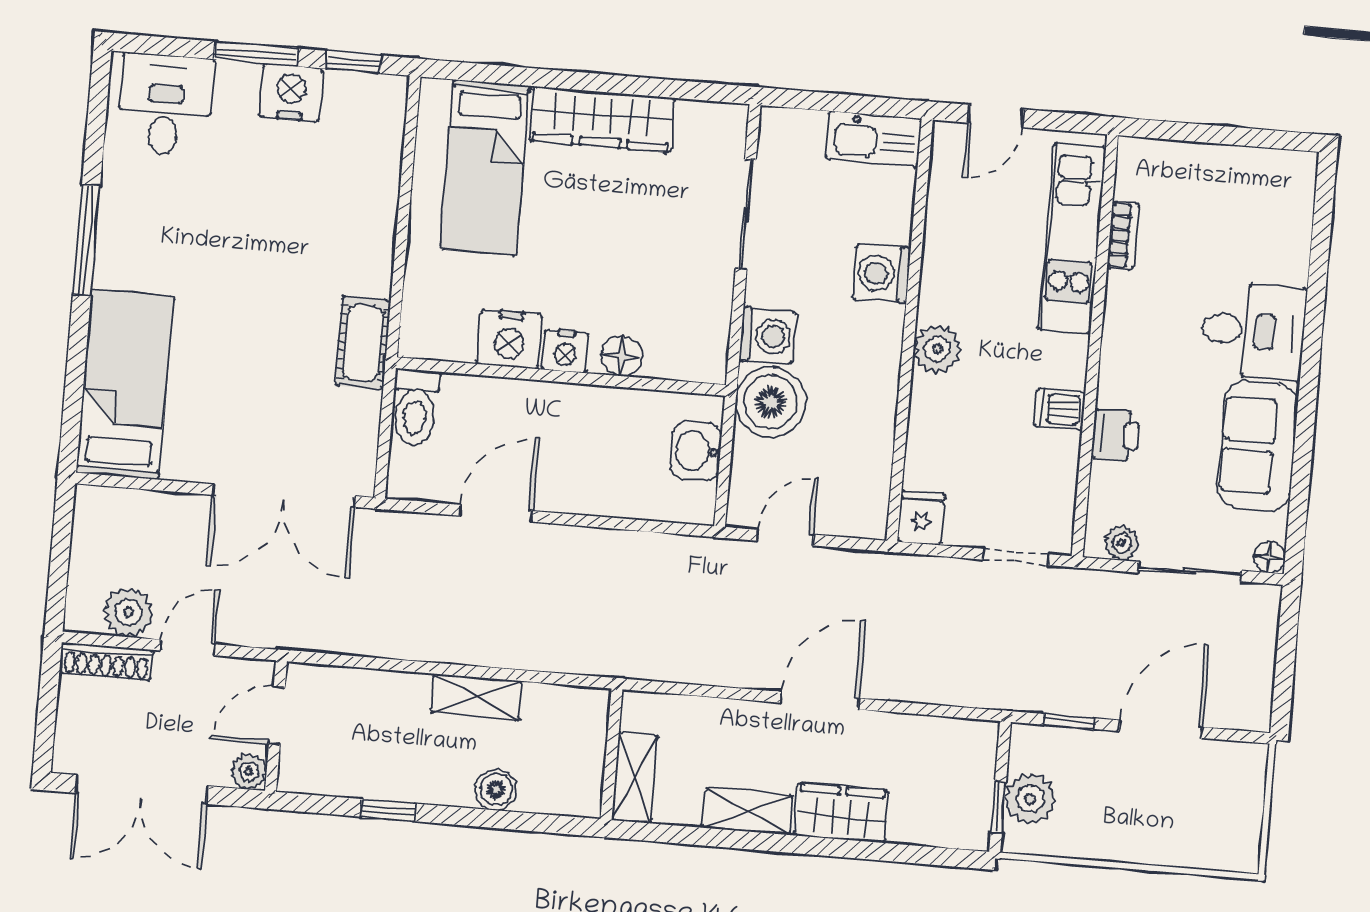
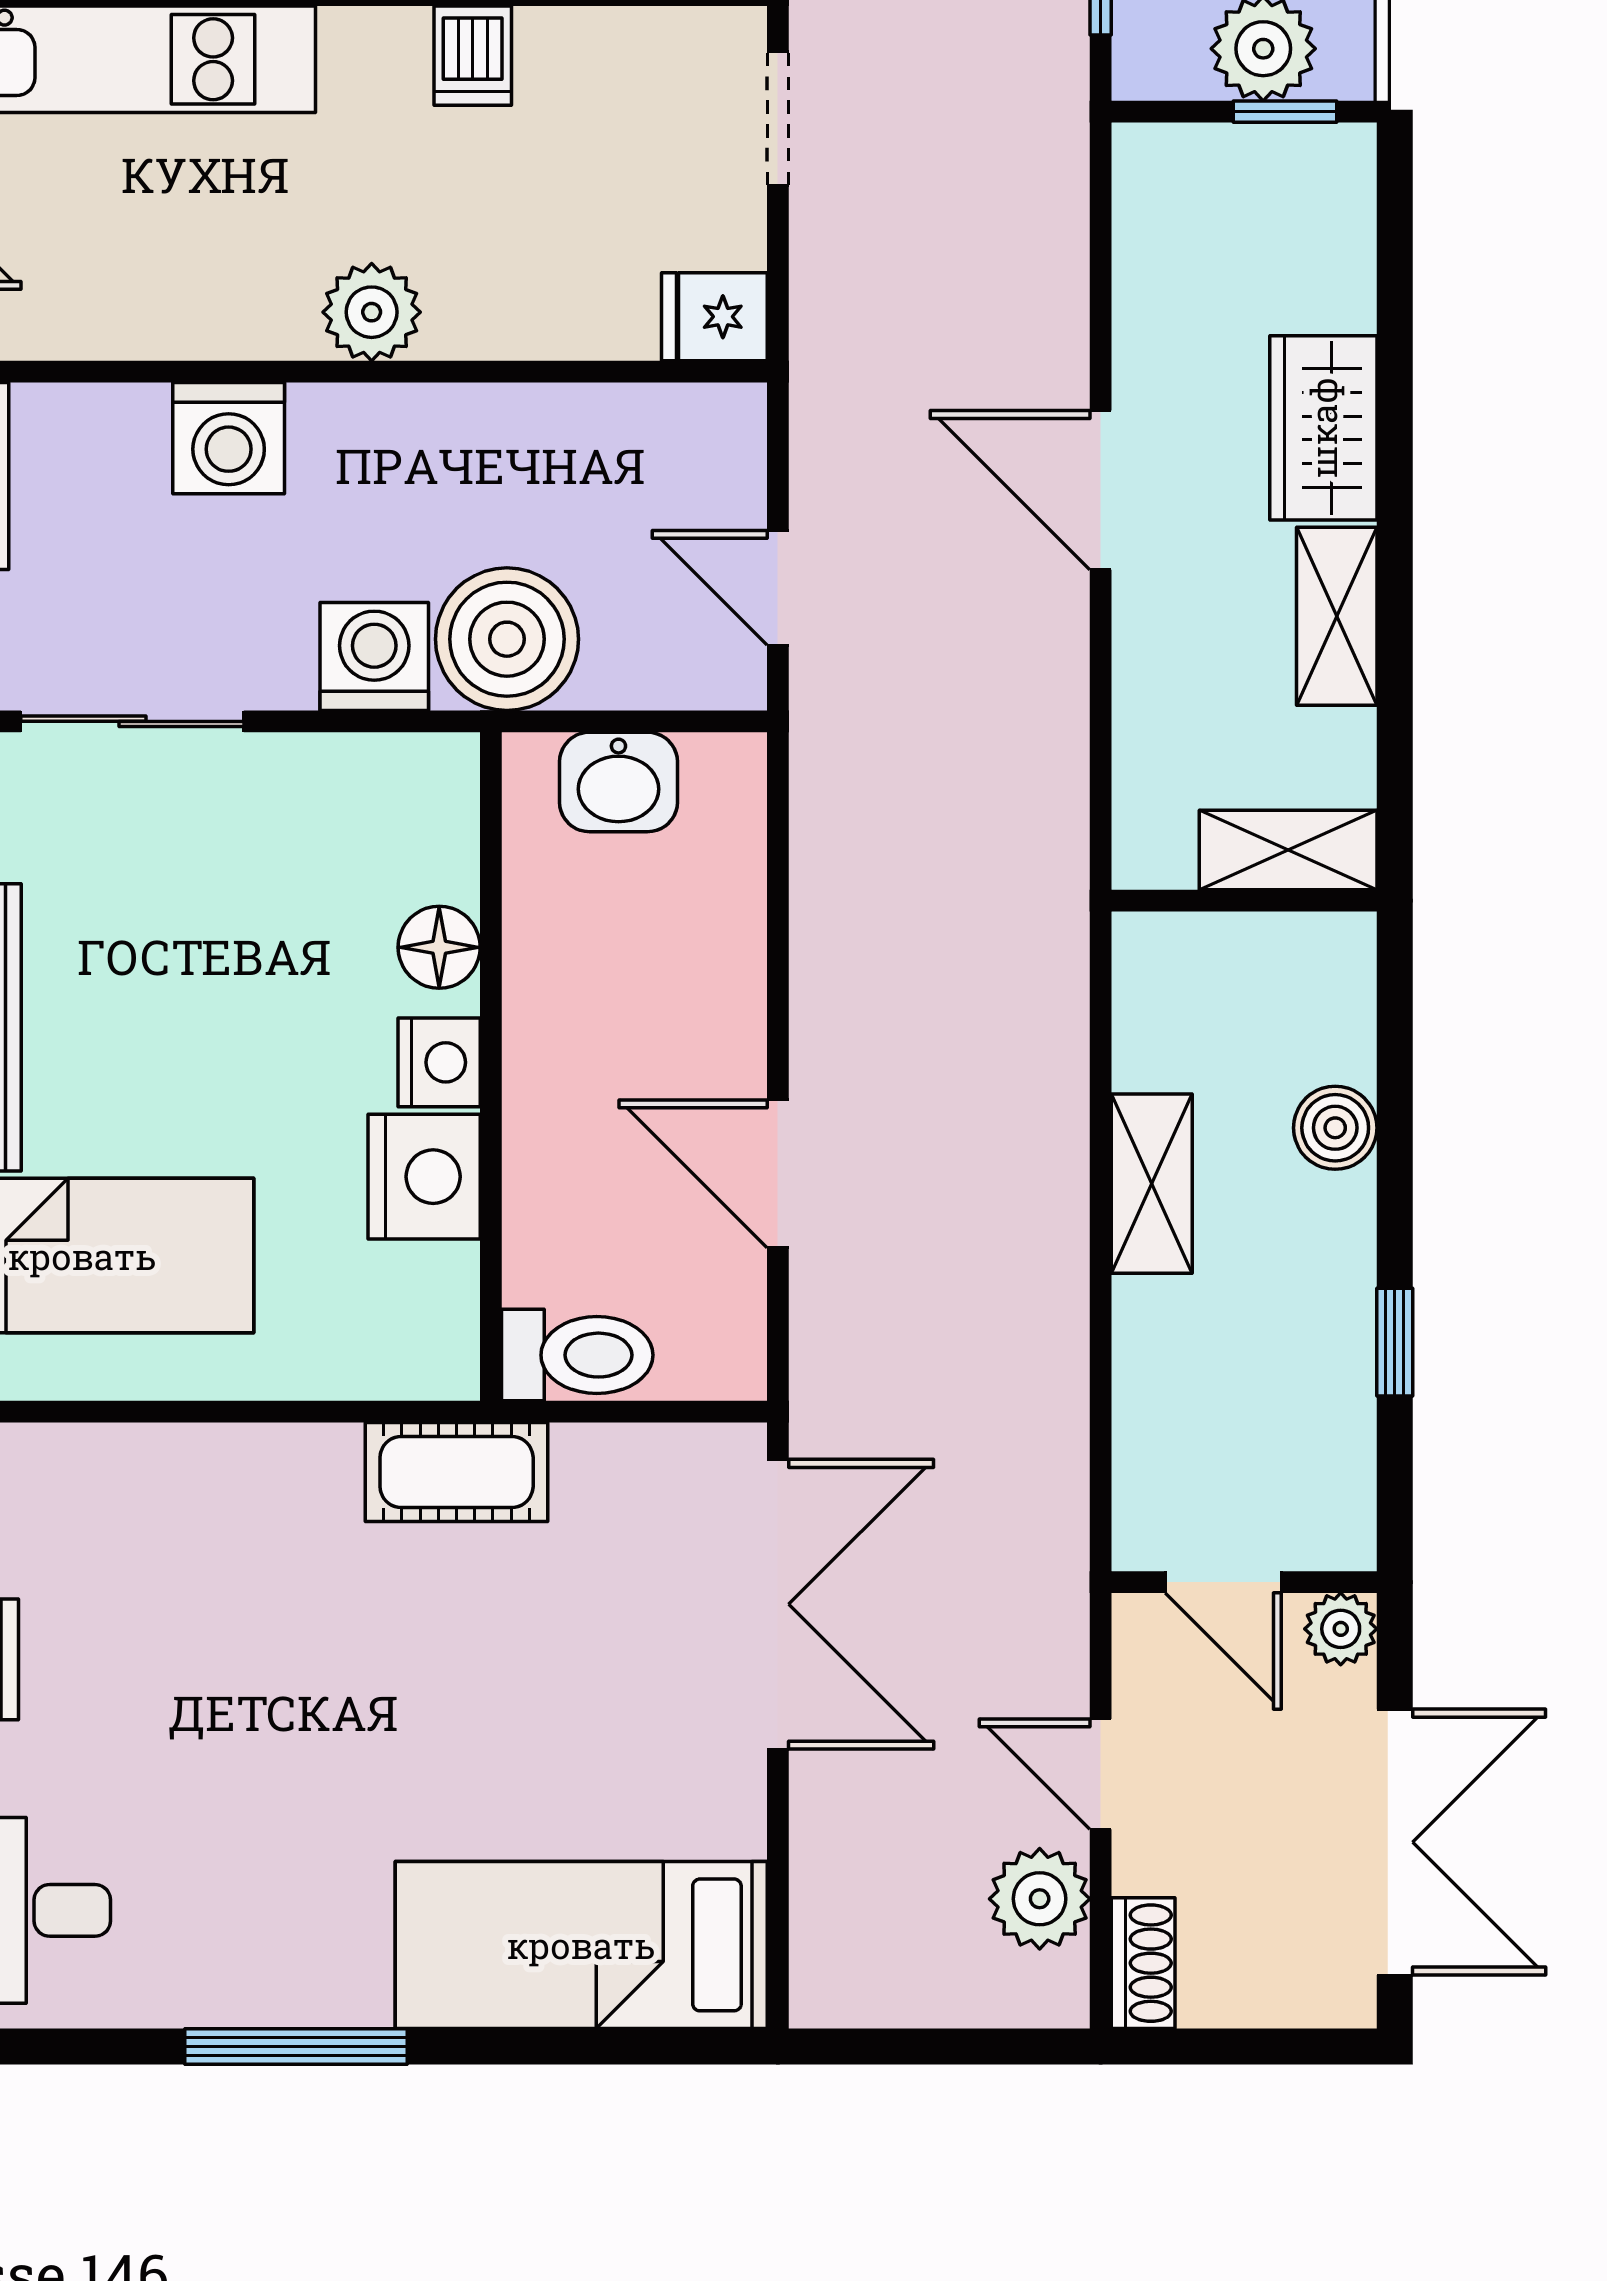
shoe rack: (106, 662) -> (1143, 1963), width x0.70

